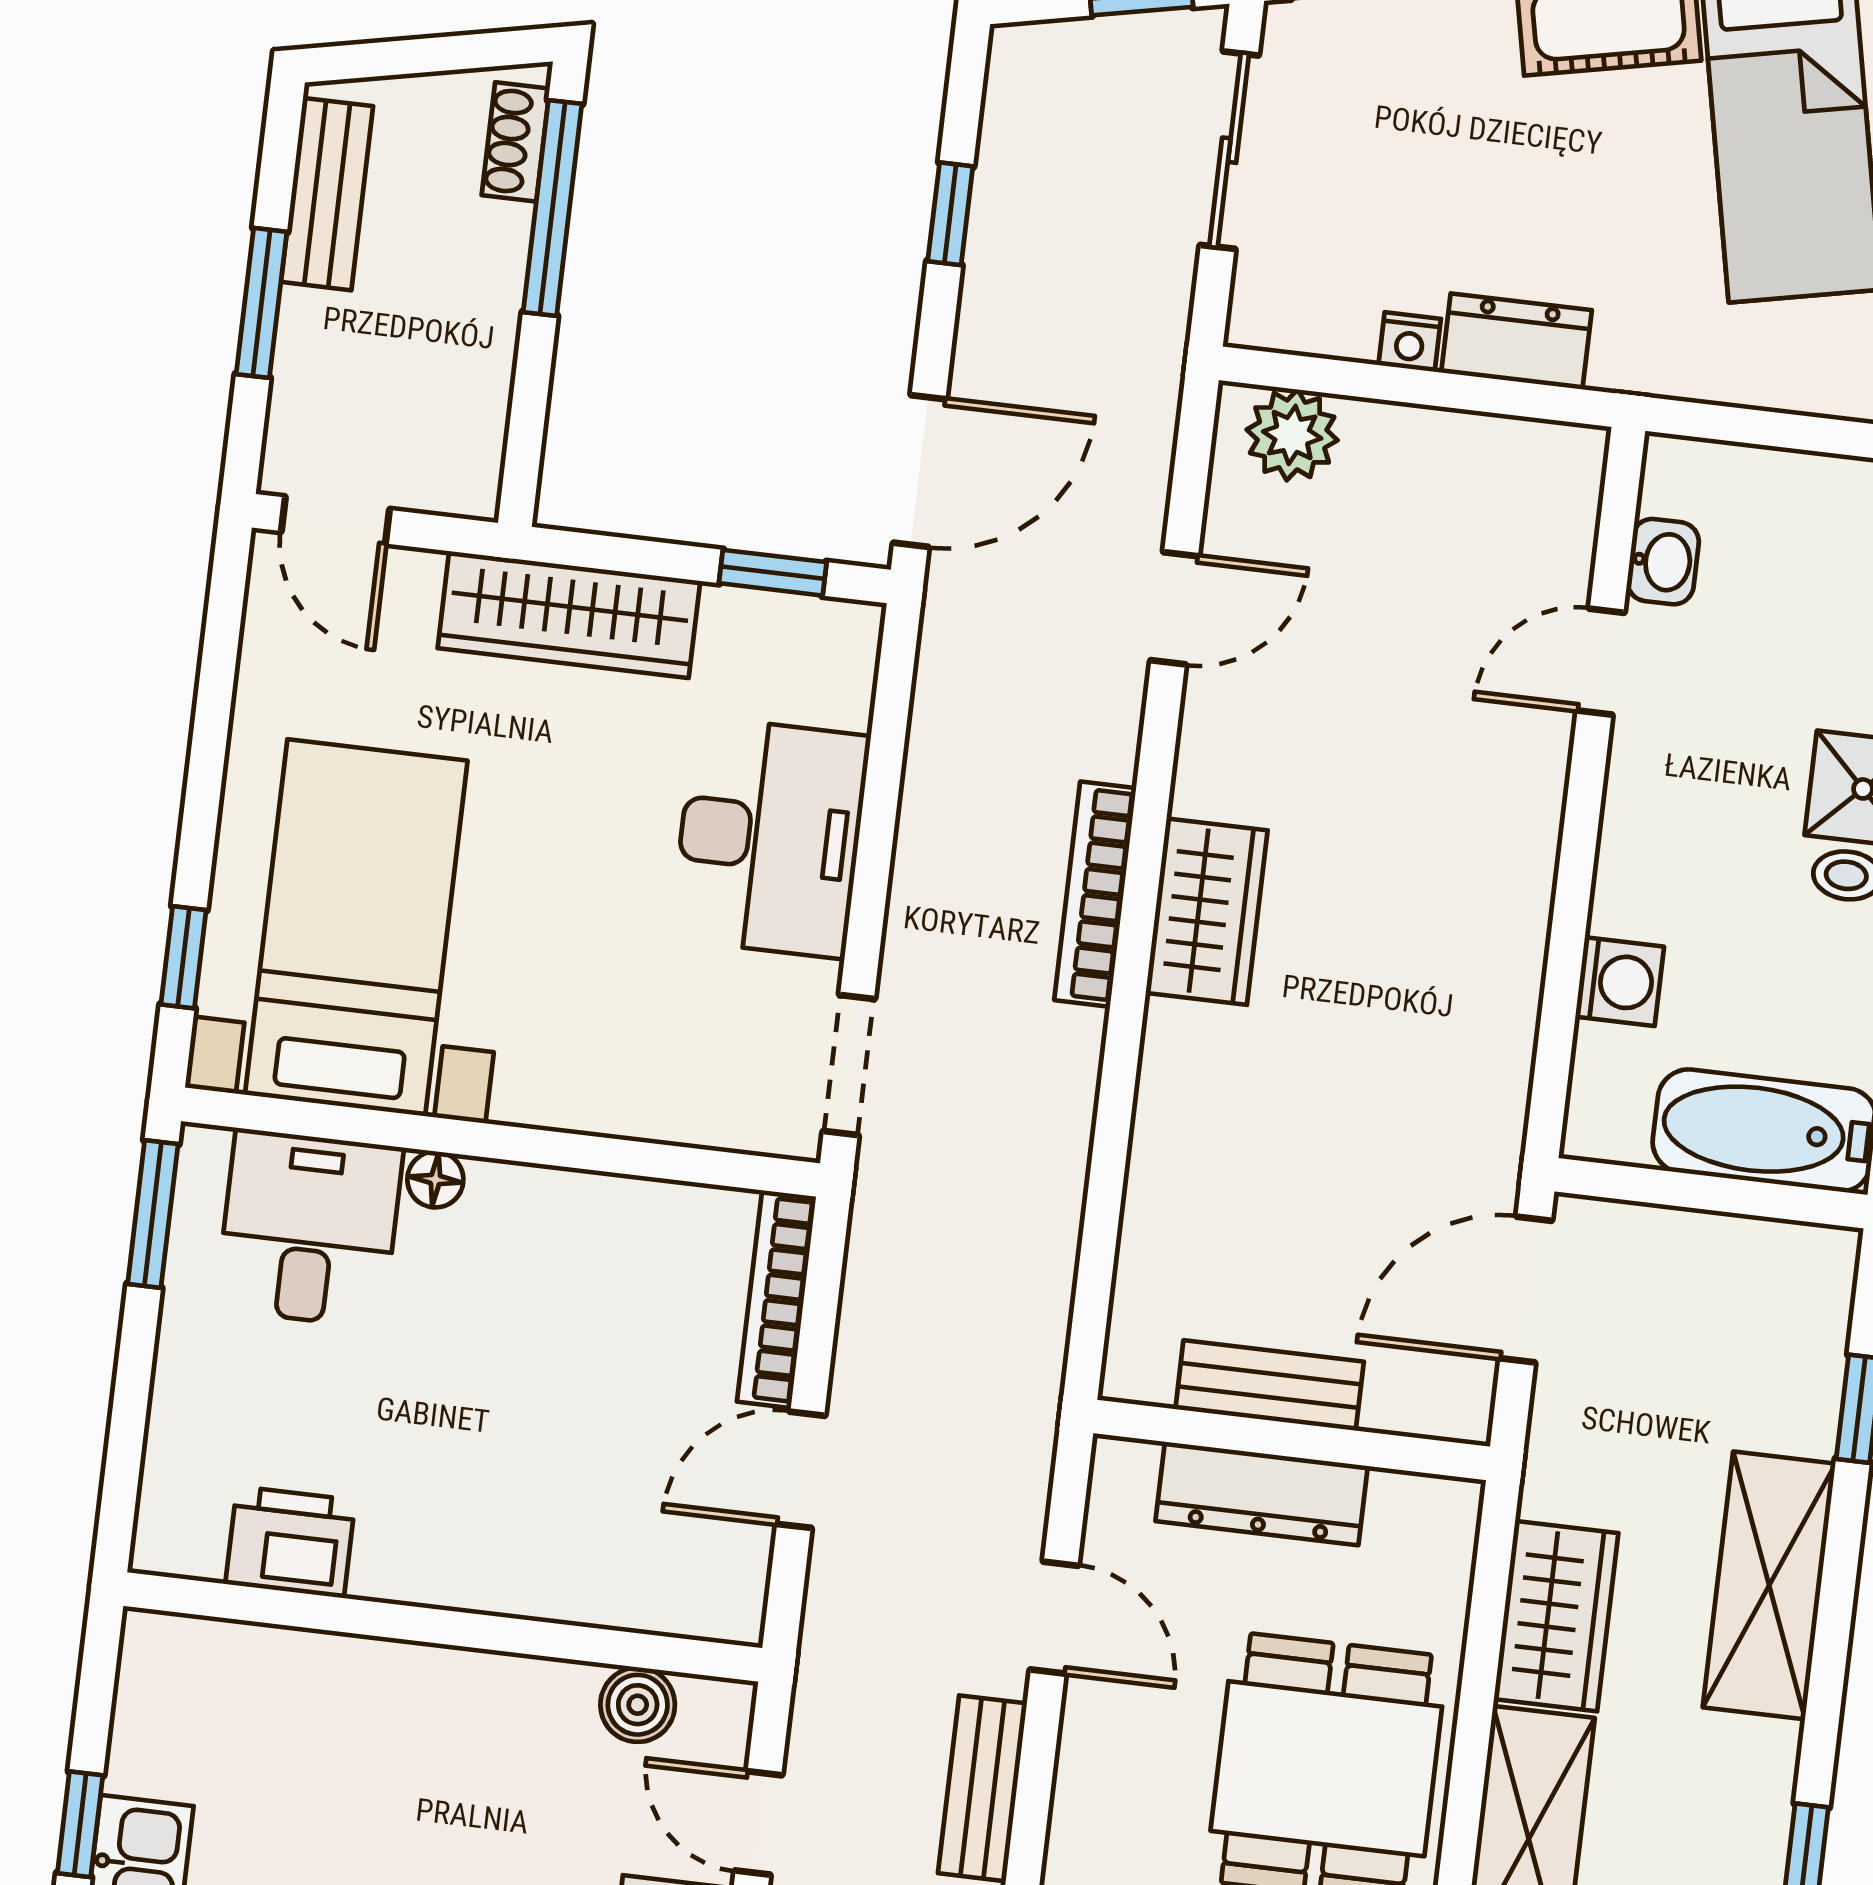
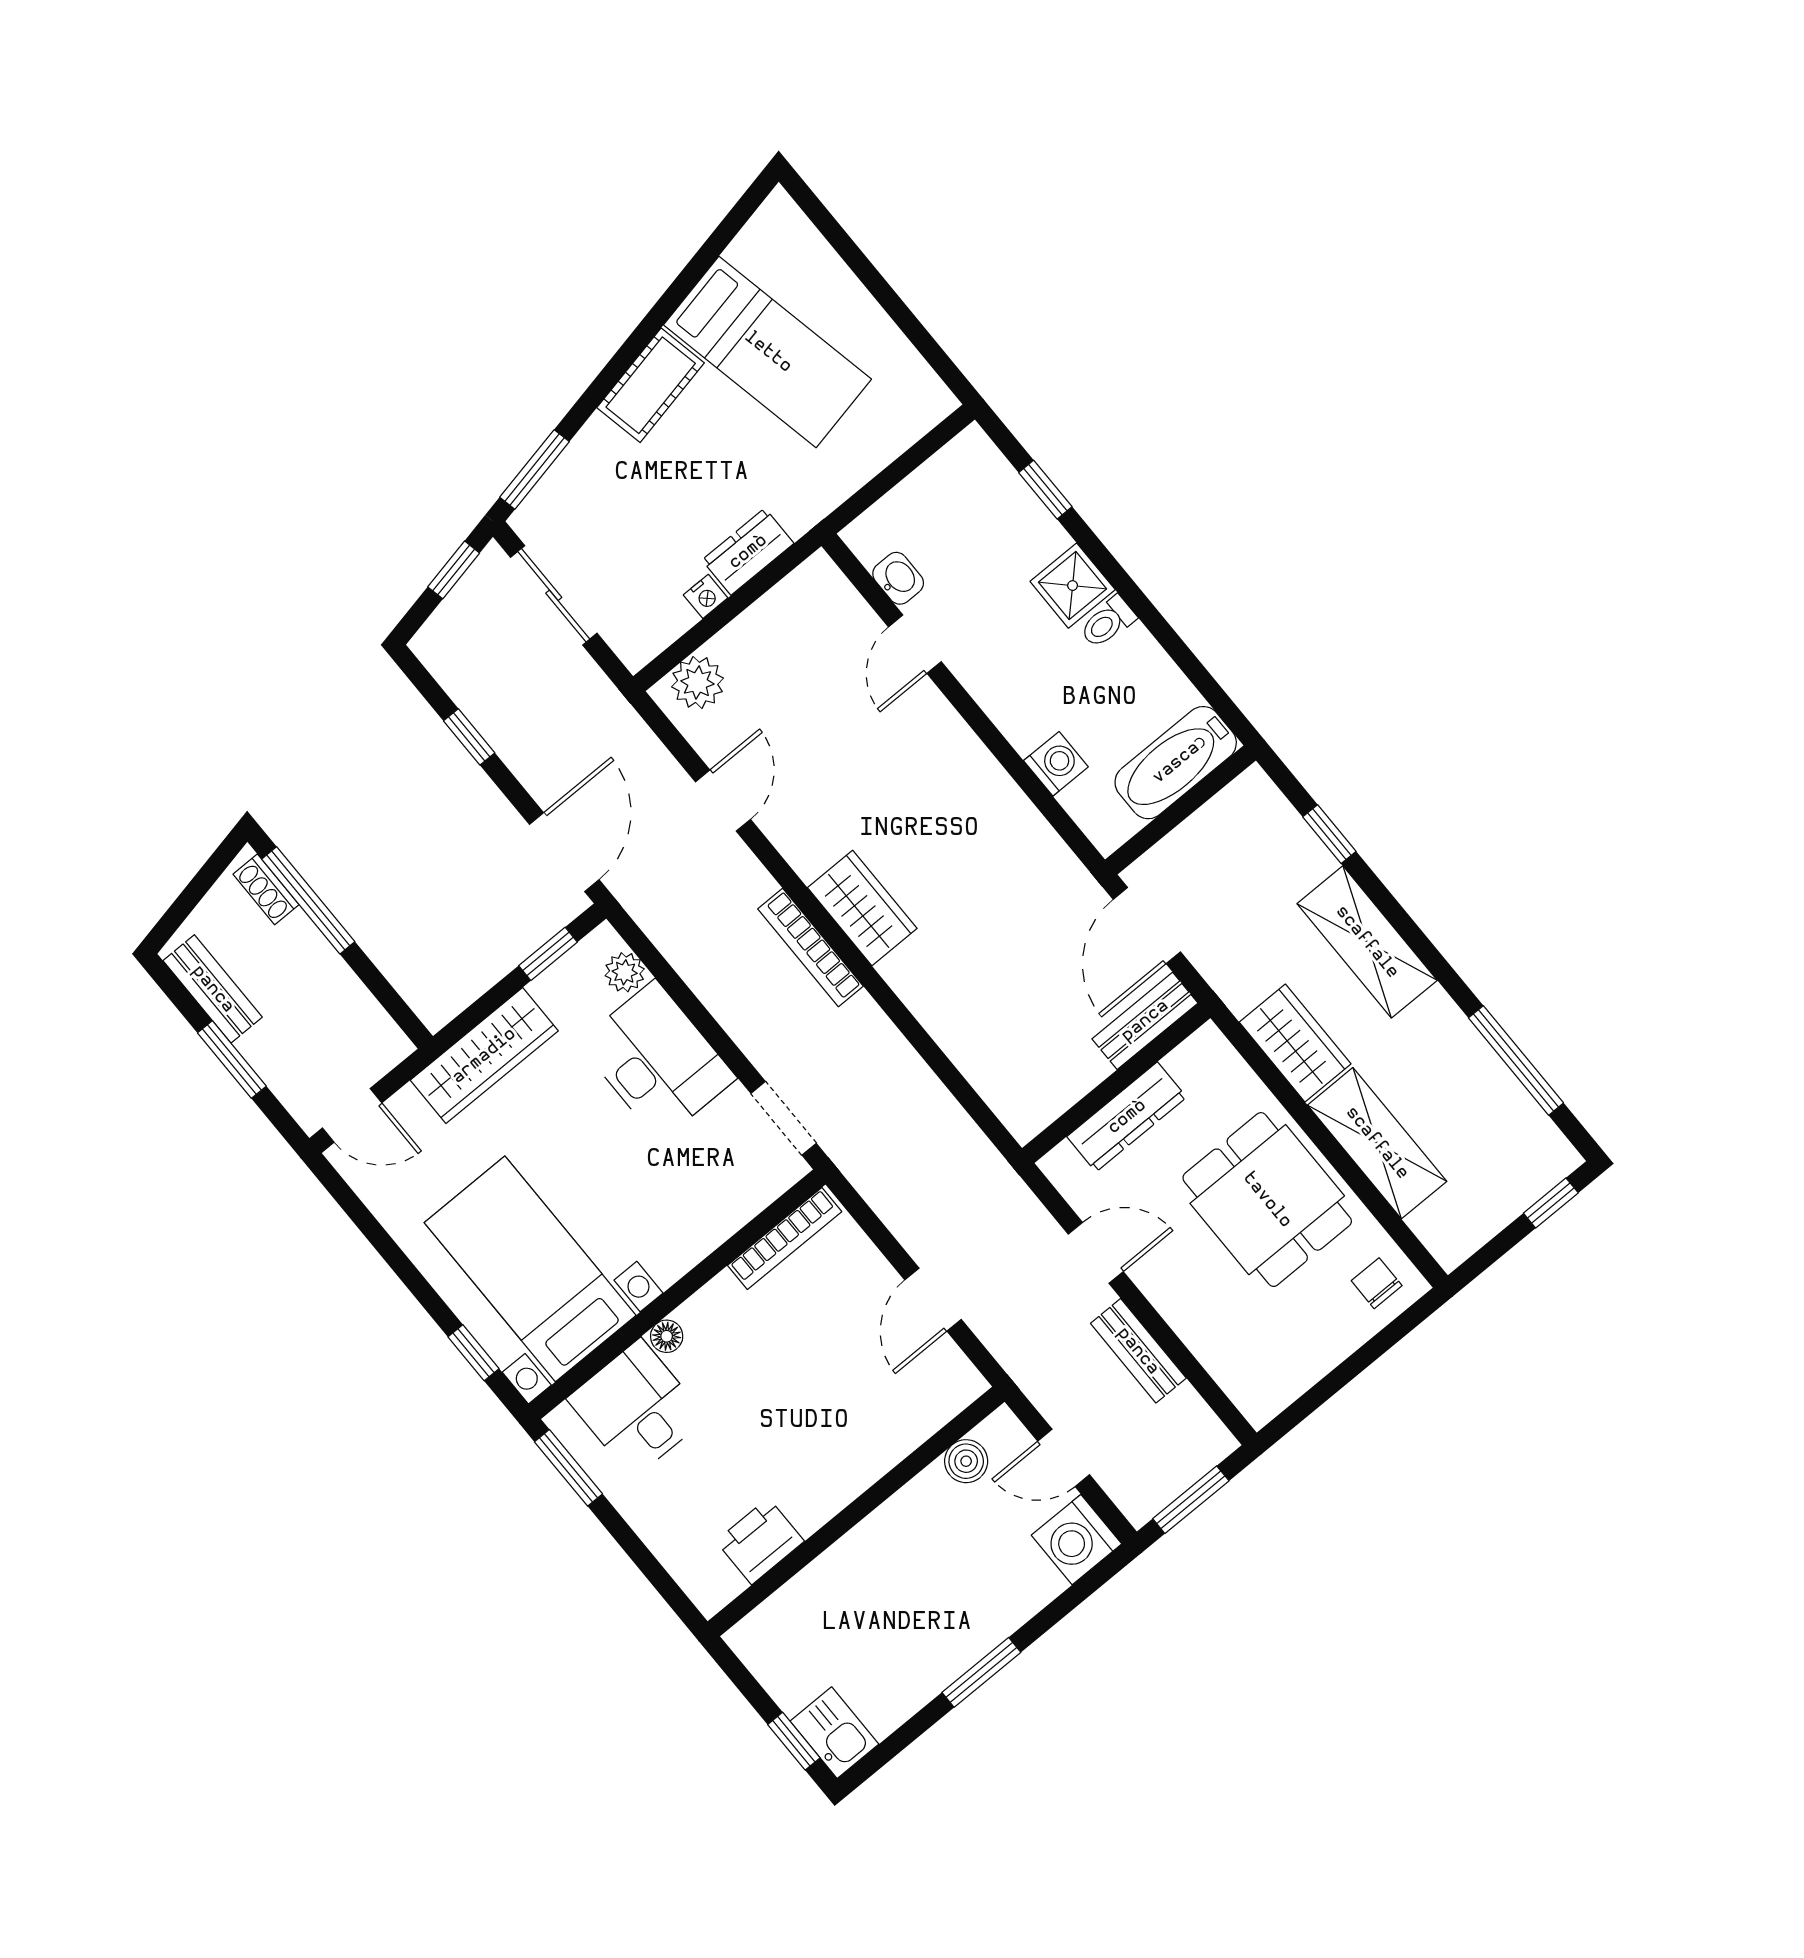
plant: (842, 691) -> (625, 972), added
bookcase: (777, 1299) -> (785, 1238), moved, turned -90
bench: (1270, 1385) -> (1145, 1021), moved

